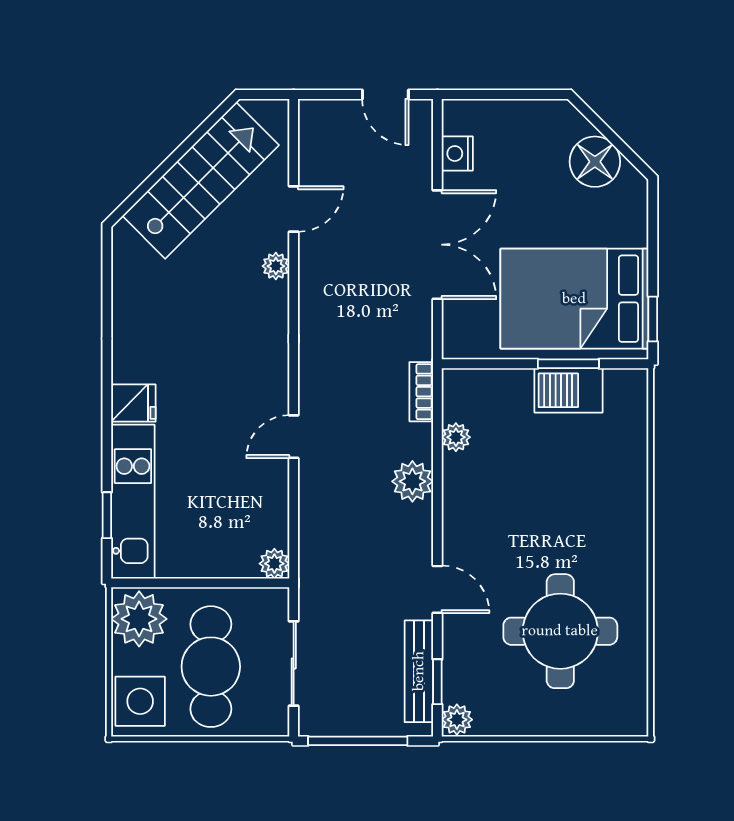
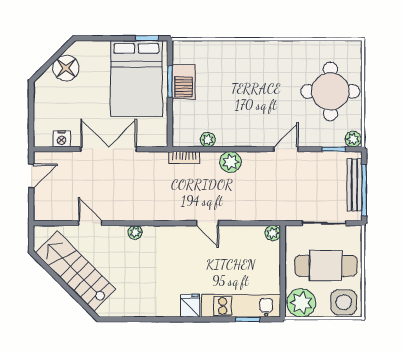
plant: (276, 266) -> (135, 232), moved
round table: (560, 631) -> (330, 91), moved
bench: (419, 671) -> (355, 185), moved, turned 90

